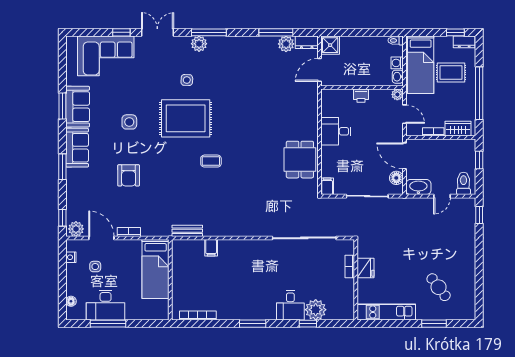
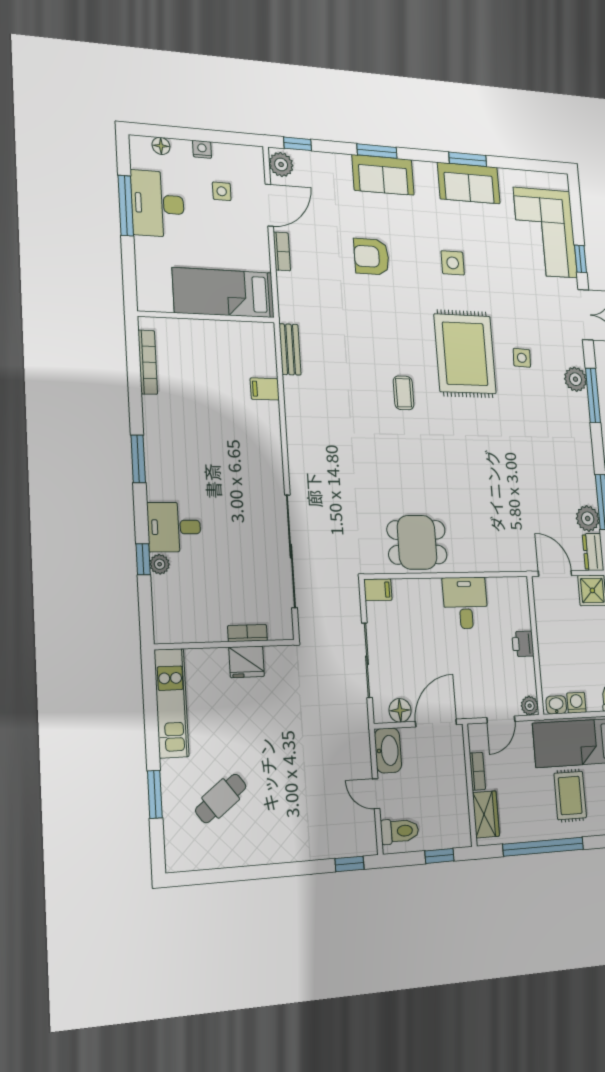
sofa: (77, 148) -> (383, 175), moved
nightstand: (71, 257) -> (202, 149), moved
plant: (316, 310) -> (160, 564), width x0.53, depth x0.53

